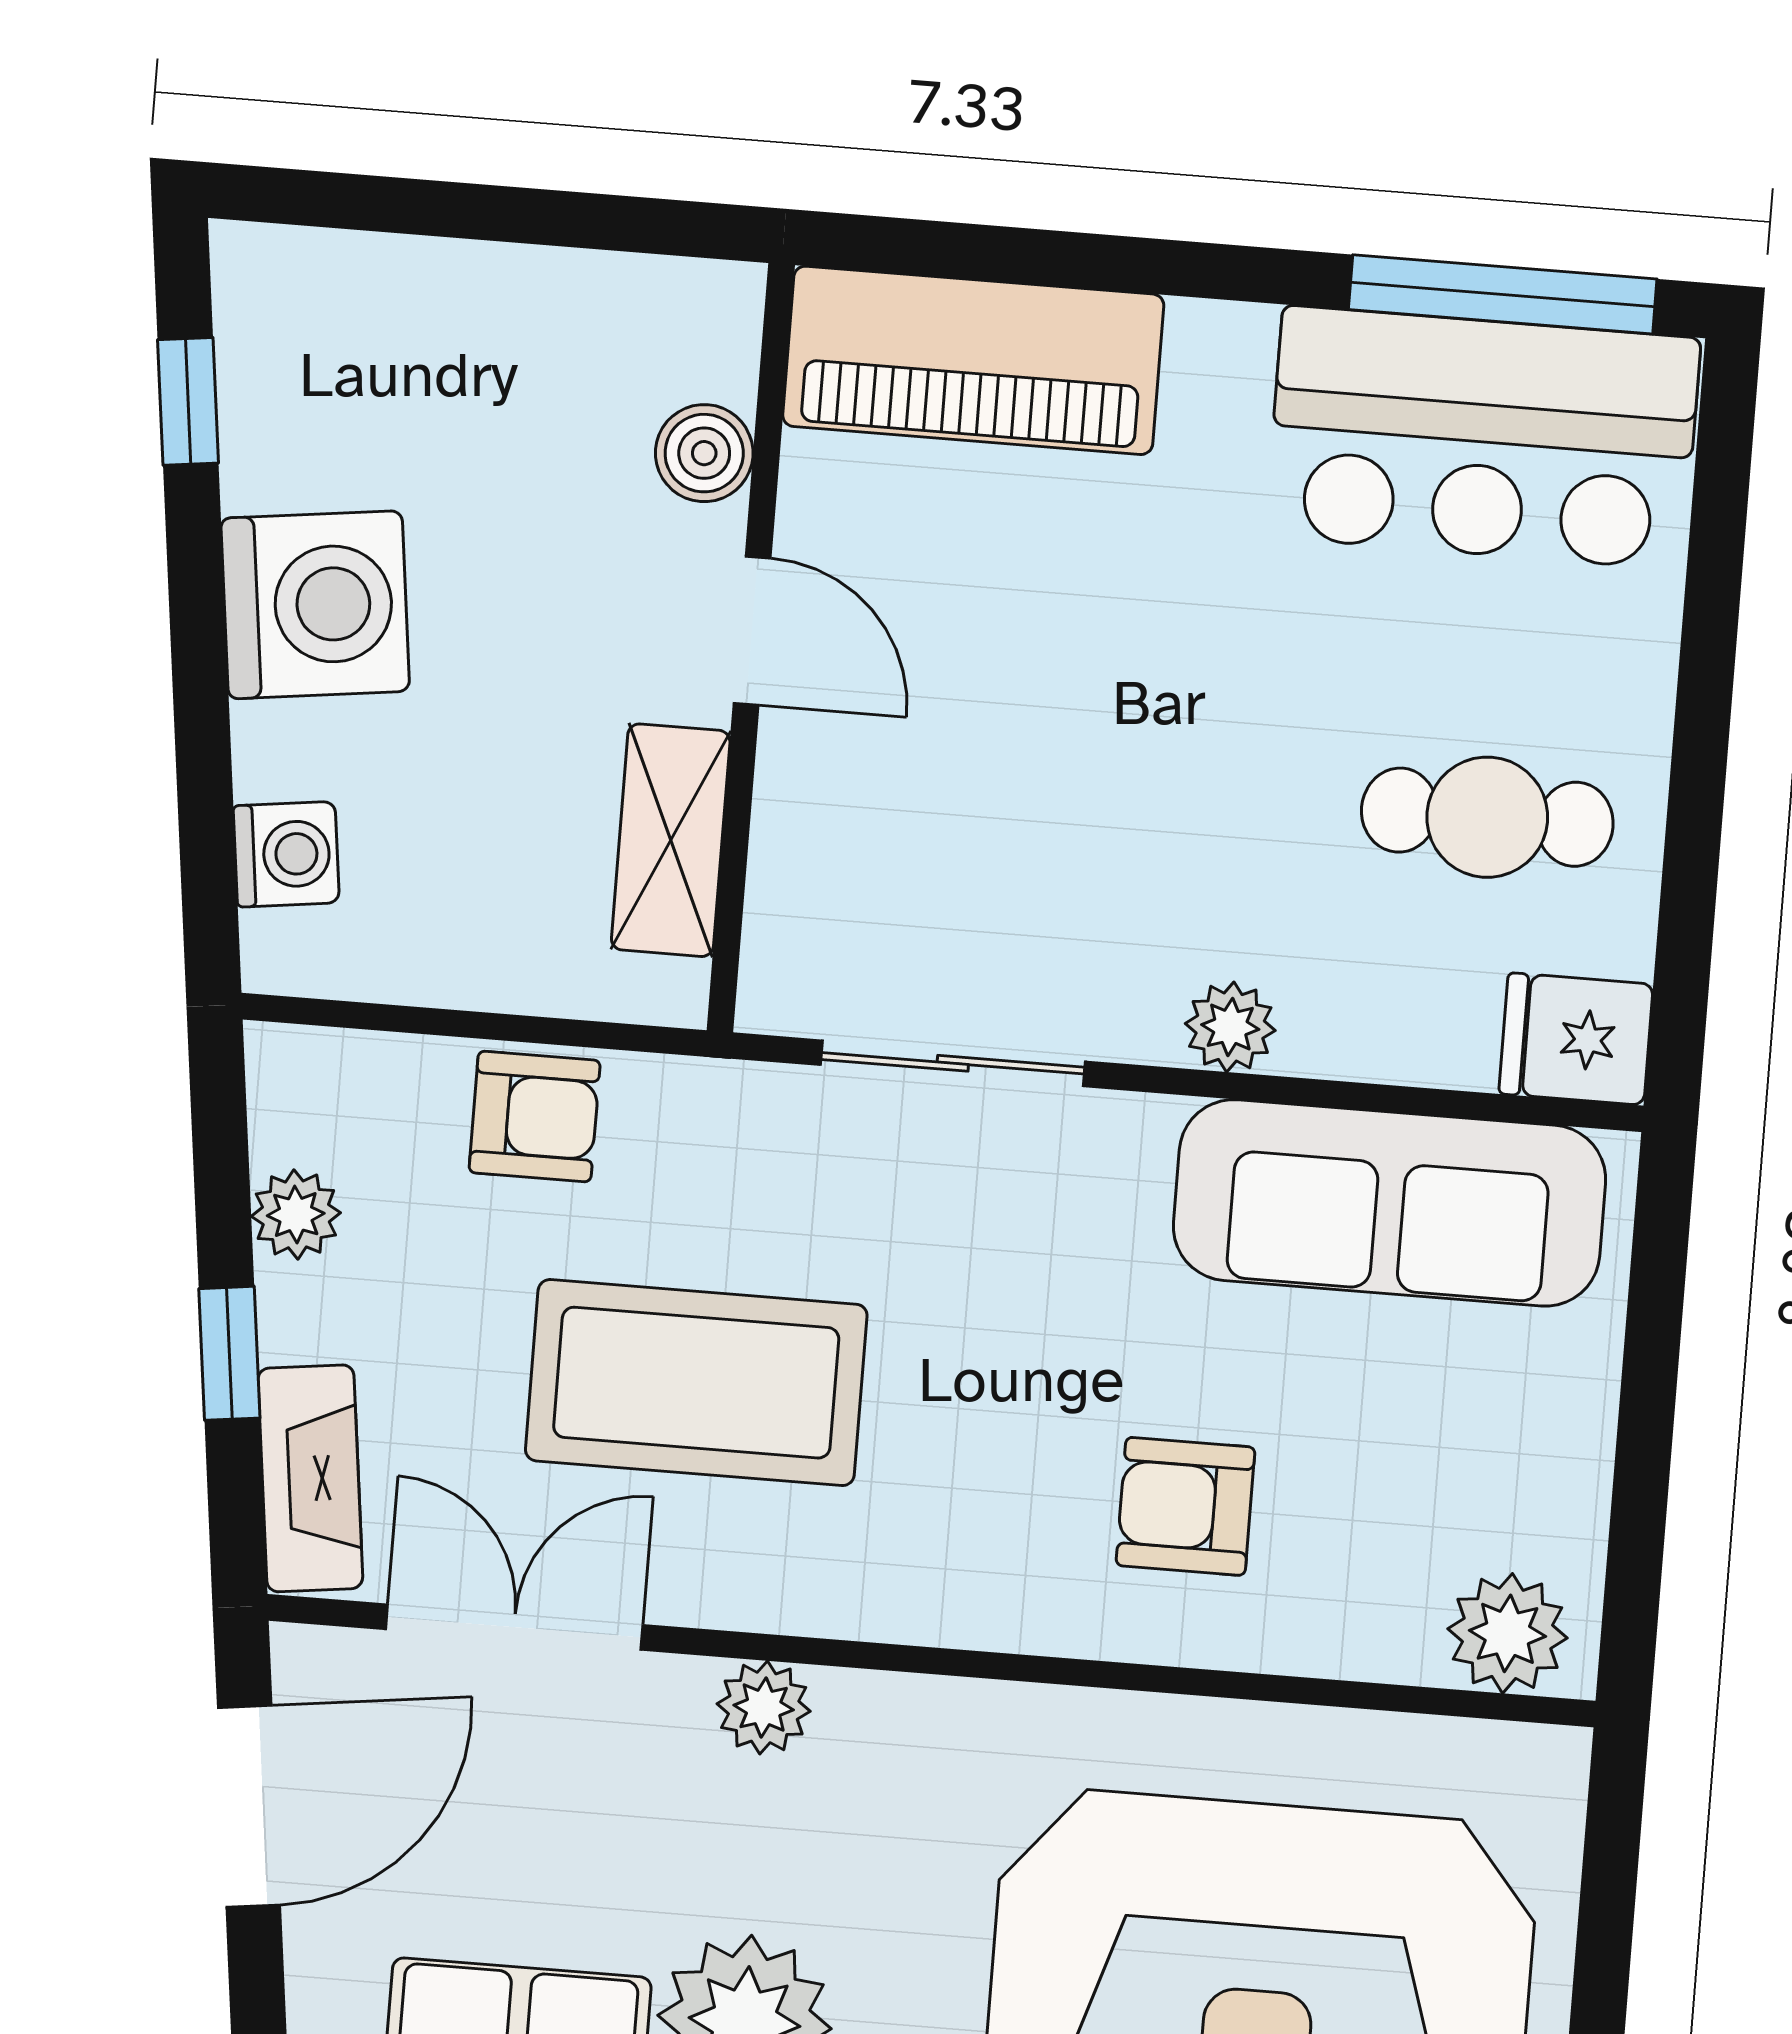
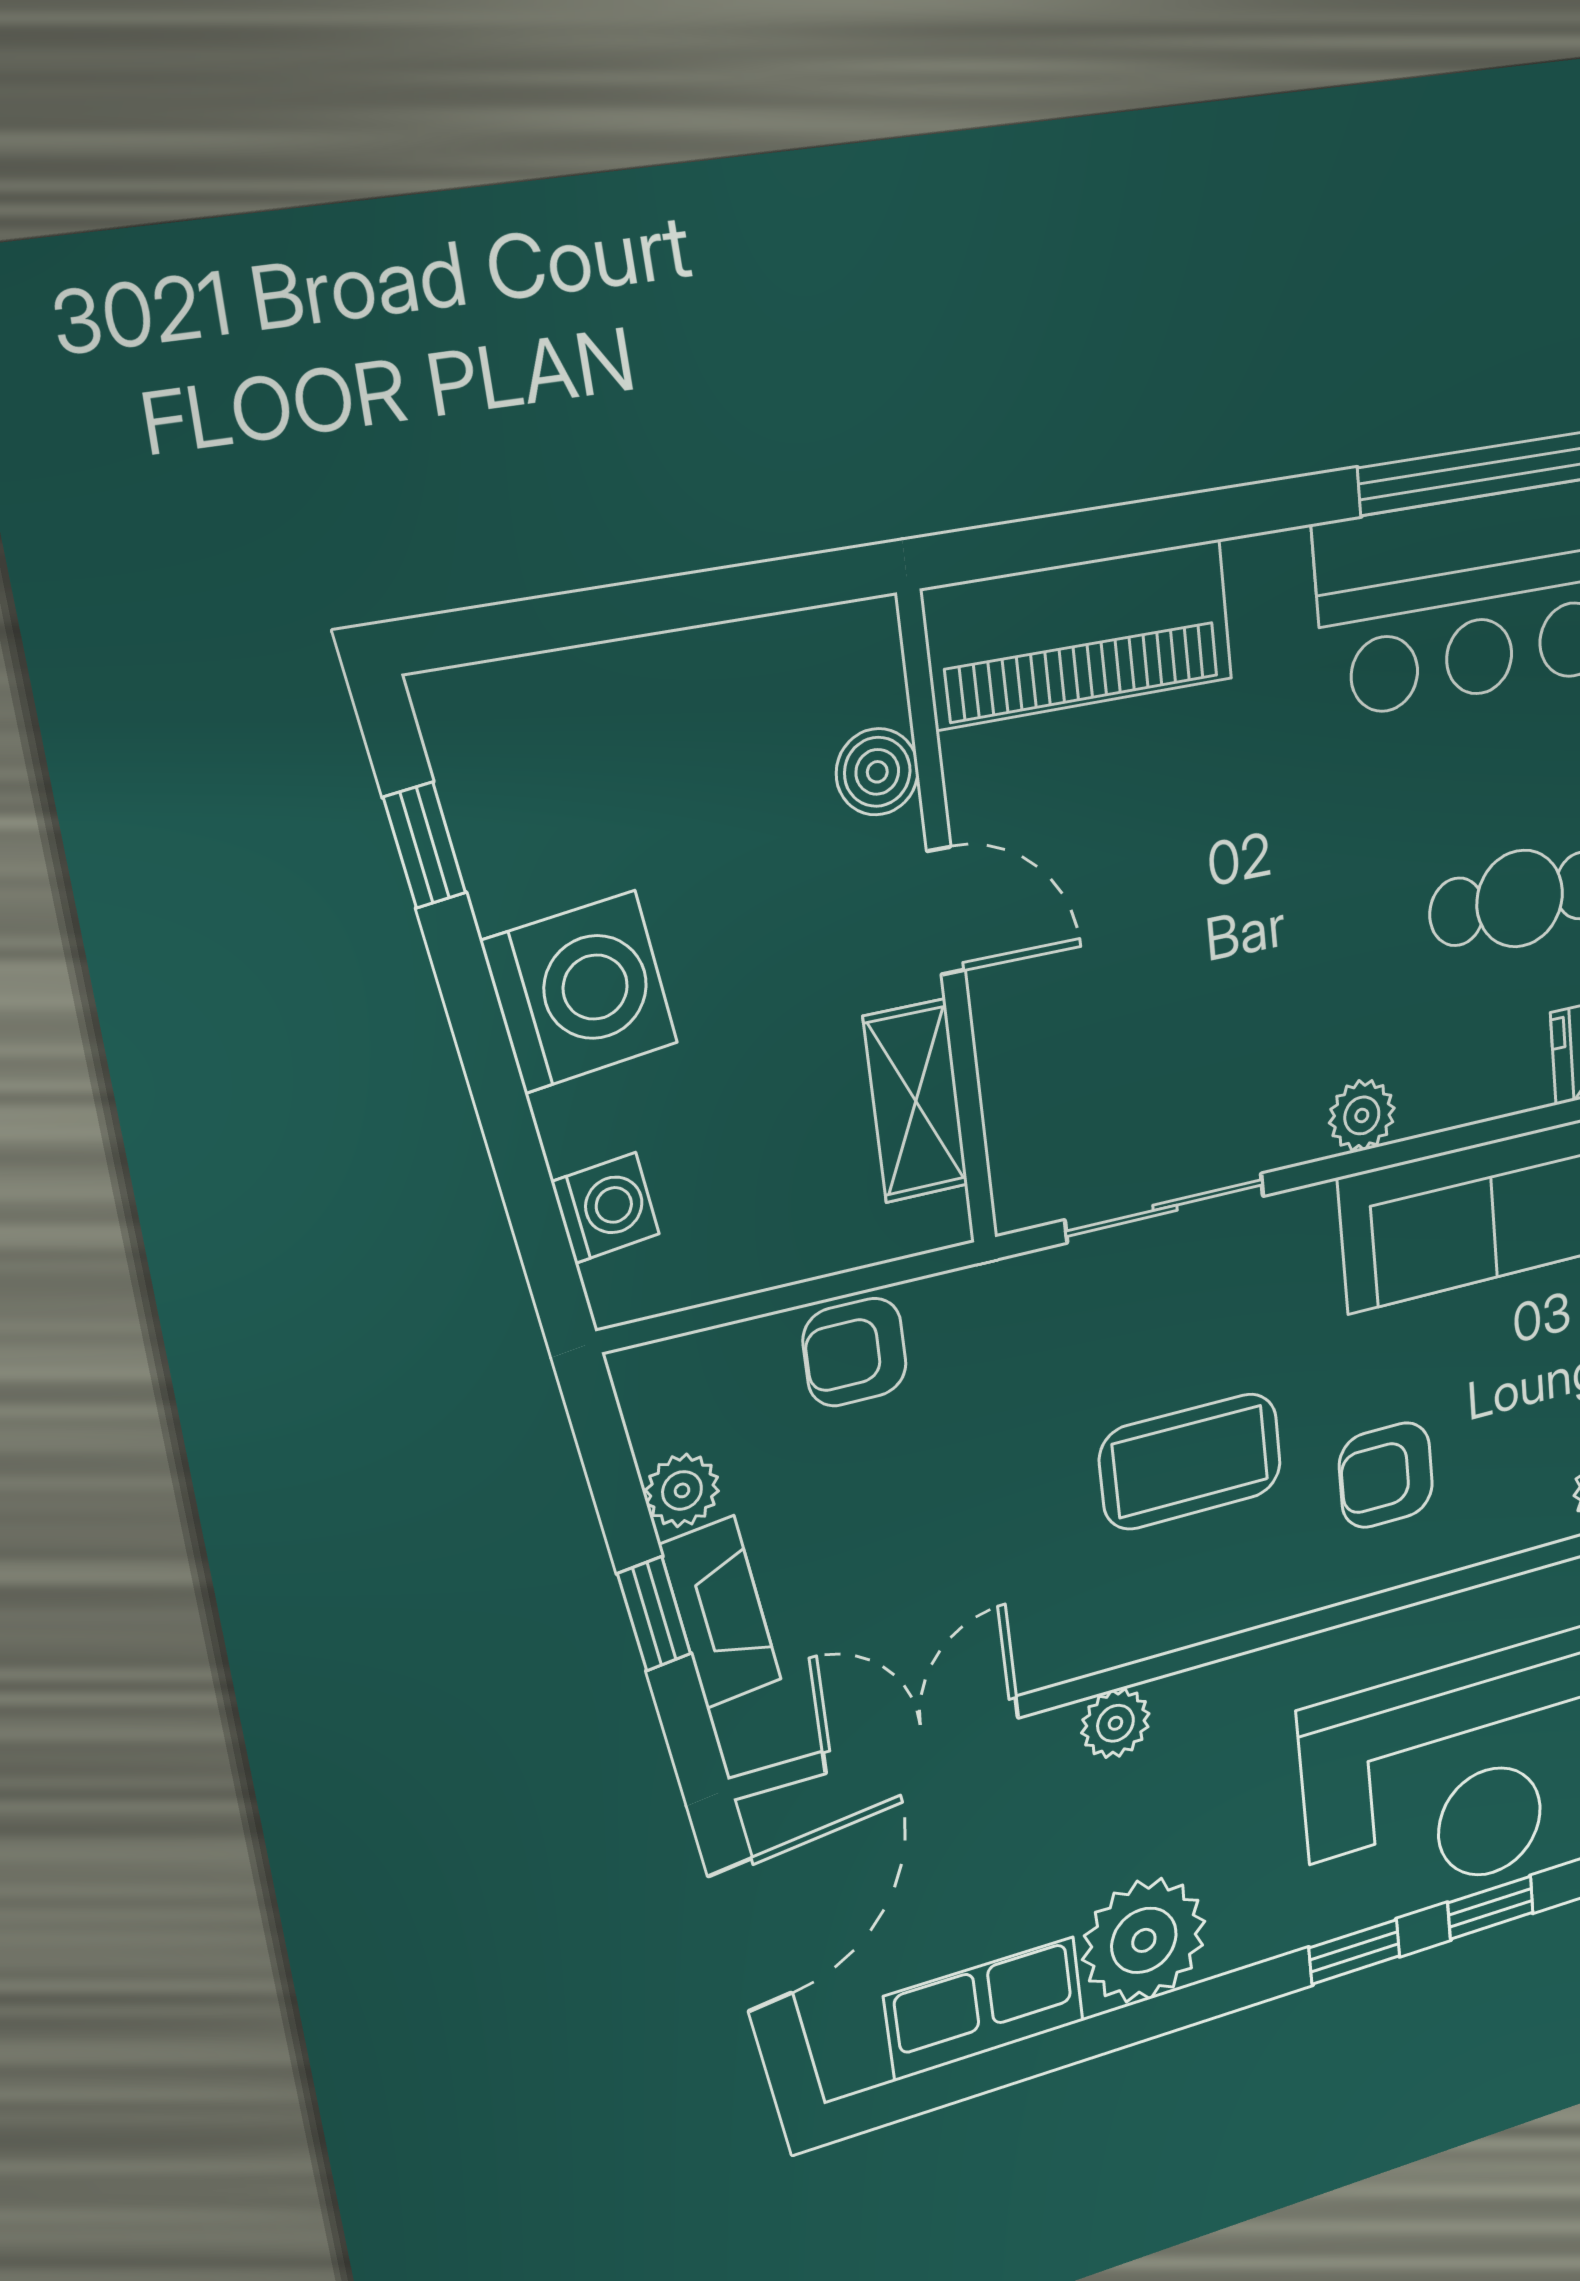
armchair: (535, 1116) -> (855, 1352), turned 180
coffee table: (696, 1383) -> (1190, 1462), moved, width x0.73, depth x0.76
fireplace: (310, 1478) -> (720, 1613), moved

